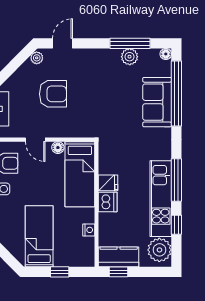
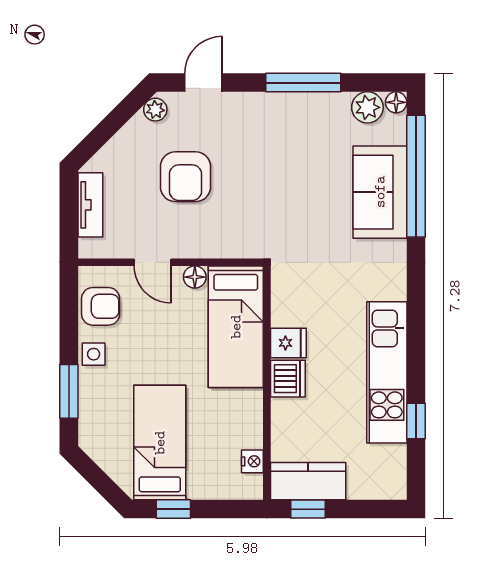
window: (130, 43) -> (303, 83), moved
plant: (130, 57) -> (367, 107), moved
armchair: (53, 94) -> (186, 177), turned 90
window: (176, 180) -> (416, 337), removed
nightstand: (89, 230) -> (252, 461), moved
plant: (159, 250) -> (384, 468), removed
window: (60, 272) -> (173, 509), moved

